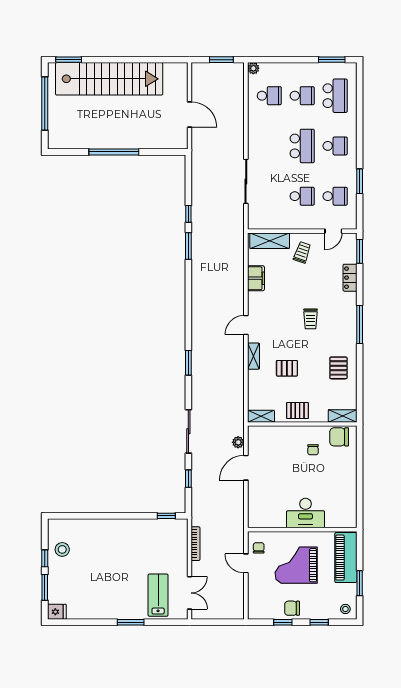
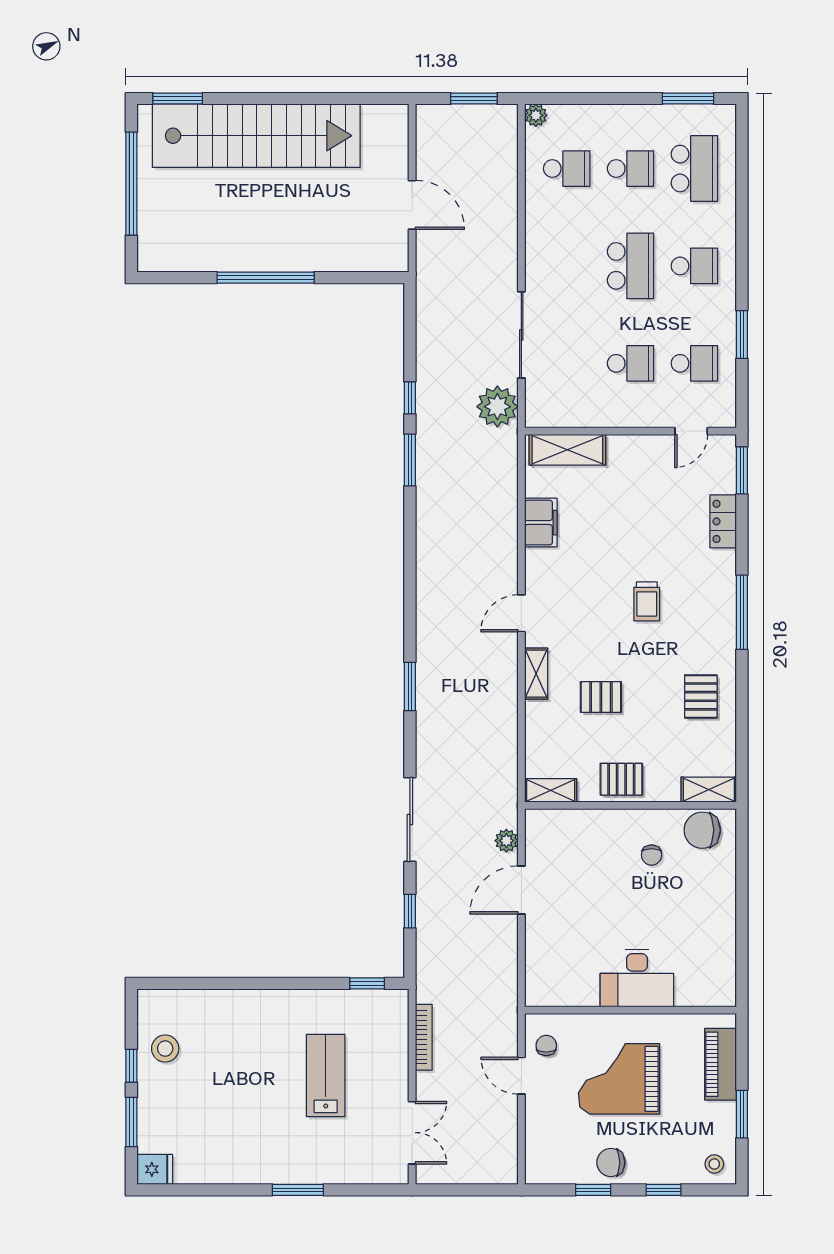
plant: (234, 218) -> (497, 407), added
trolley: (302, 252) -> (631, 472), removed
piano: (346, 558) -> (721, 1064), width x0.73, depth x0.75
lab bench: (158, 595) -> (326, 1075), moved

